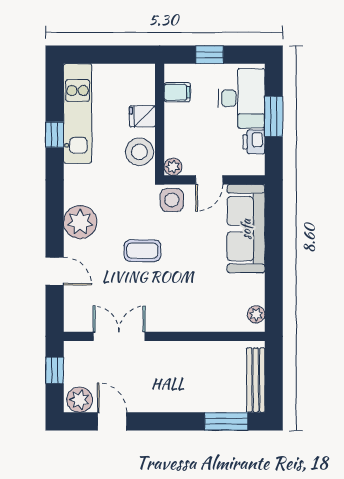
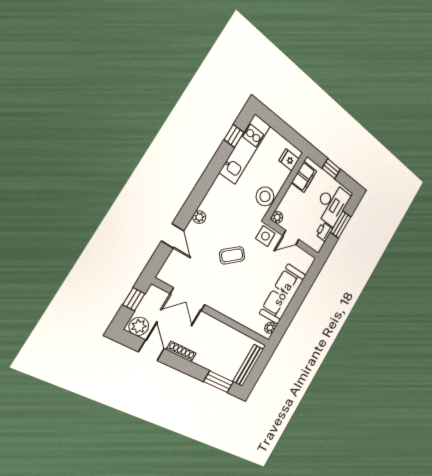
filing cabinet: (177, 92) -> (304, 177), width x2.00
fridge: (142, 116) -> (289, 160), moved
window: (55, 135) -> (234, 136), moved
plant: (80, 222) -> (199, 217), width x0.53, depth x0.53
sofa: (246, 229) -> (283, 294), moved
coffee table: (142, 251) -> (232, 255), turned -40
double door: (119, 336) -> (188, 299), swing flipped
shoe rack: (151, 405) -> (181, 352), added

